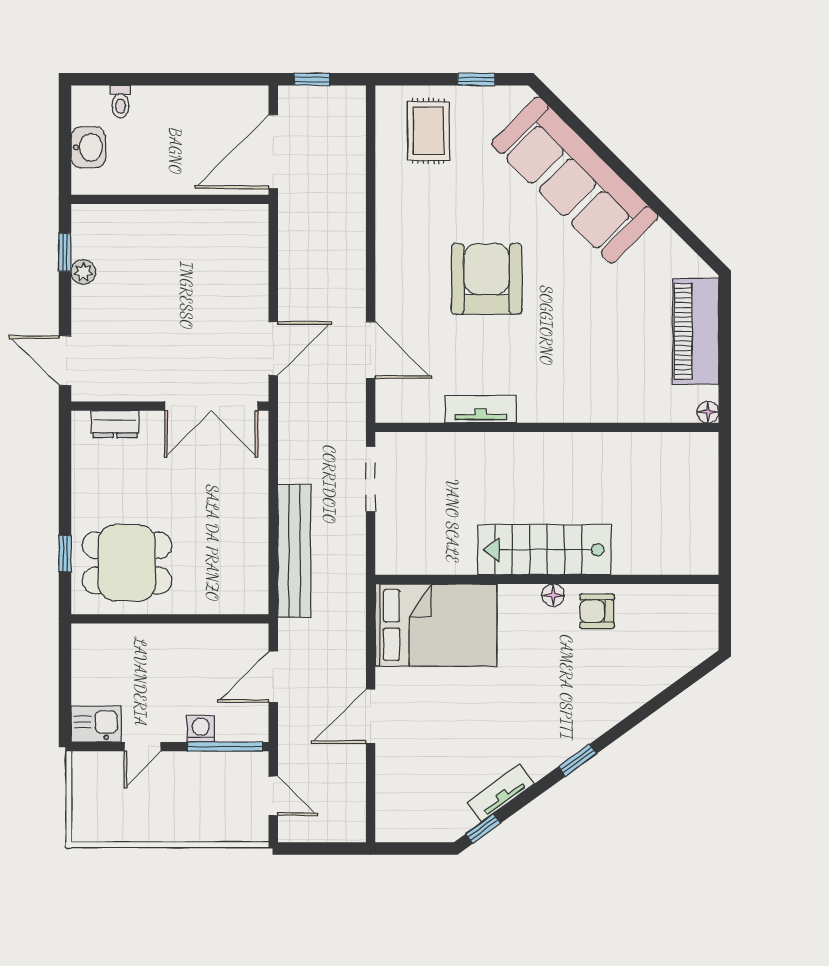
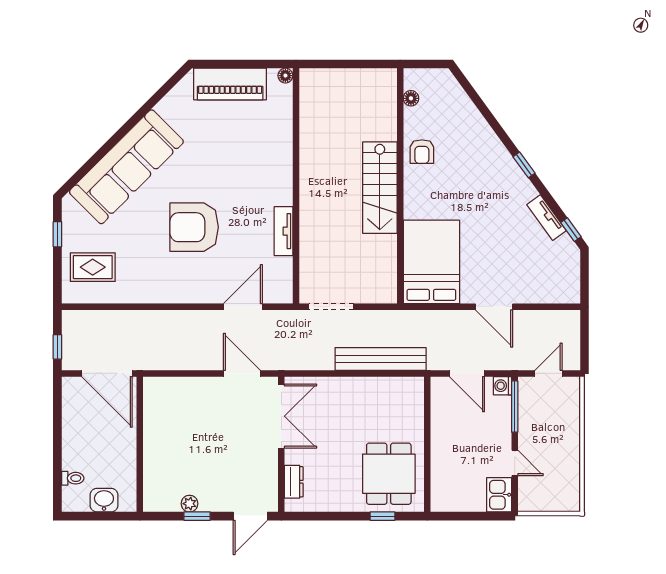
window: (65, 252) -> (197, 516), moved
floor lamp: (553, 595) -> (411, 98), moved
washing machine: (201, 729) -> (502, 386), moved

